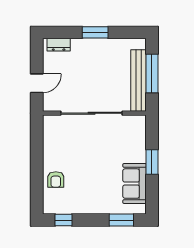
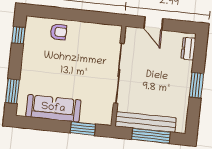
window: (152, 162) -> (83, 129), moved
armchair: (56, 179) -> (58, 32), turned 180
sofa: (135, 184) -> (53, 108), width x1.36

